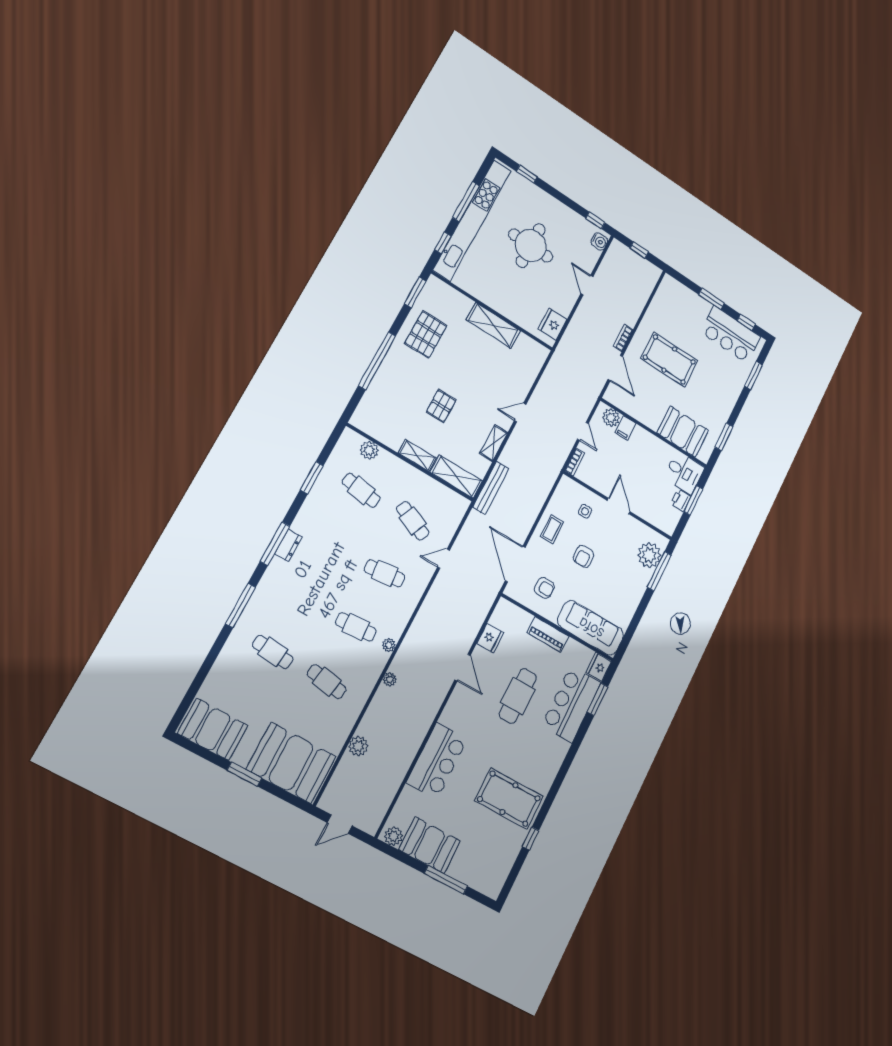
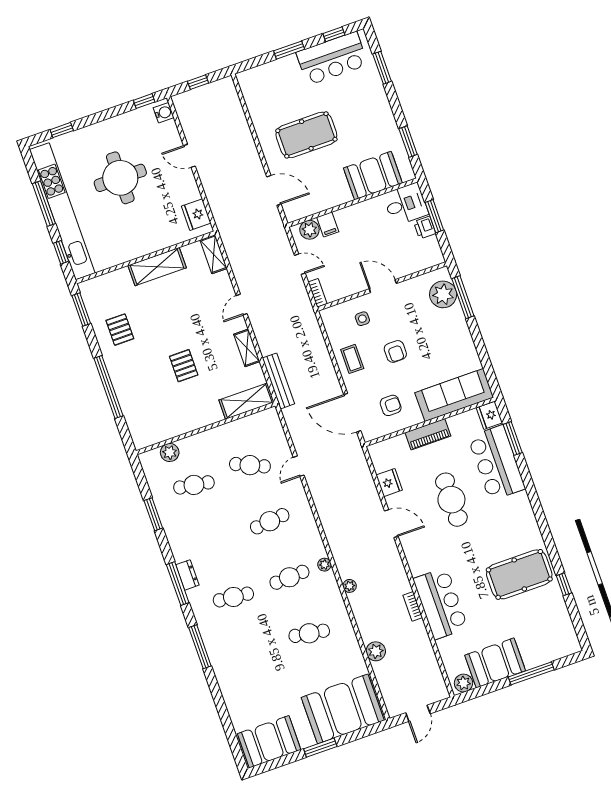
pallet: (426, 334) -> (120, 330), width x0.67, depth x0.71
bookcase: (623, 338) -> (413, 606), moved
shelving: (417, 455) -> (214, 254), moved, turned 90
cafe table: (273, 652) -> (233, 597), moved

